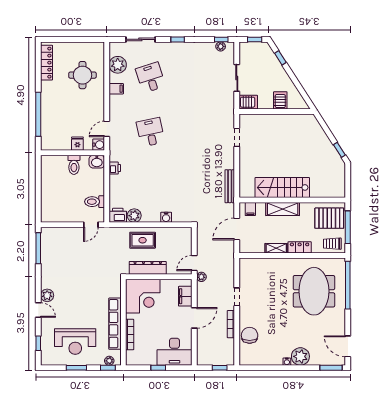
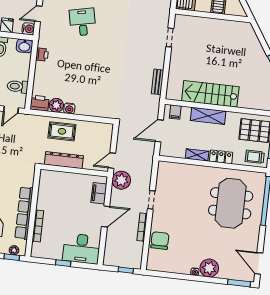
bench: (230, 186) -> (158, 82), width x0.73
water cooler: (166, 217) -> (69, 108), moved
plant: (201, 277) -> (121, 180), width x1.88, depth x1.88
corner desk: (143, 296) -> (56, 188), removed

